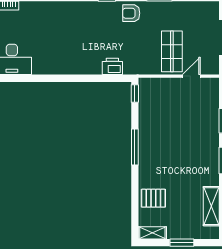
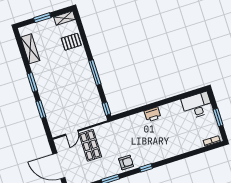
printer: (112, 66) -> (153, 114), moved

